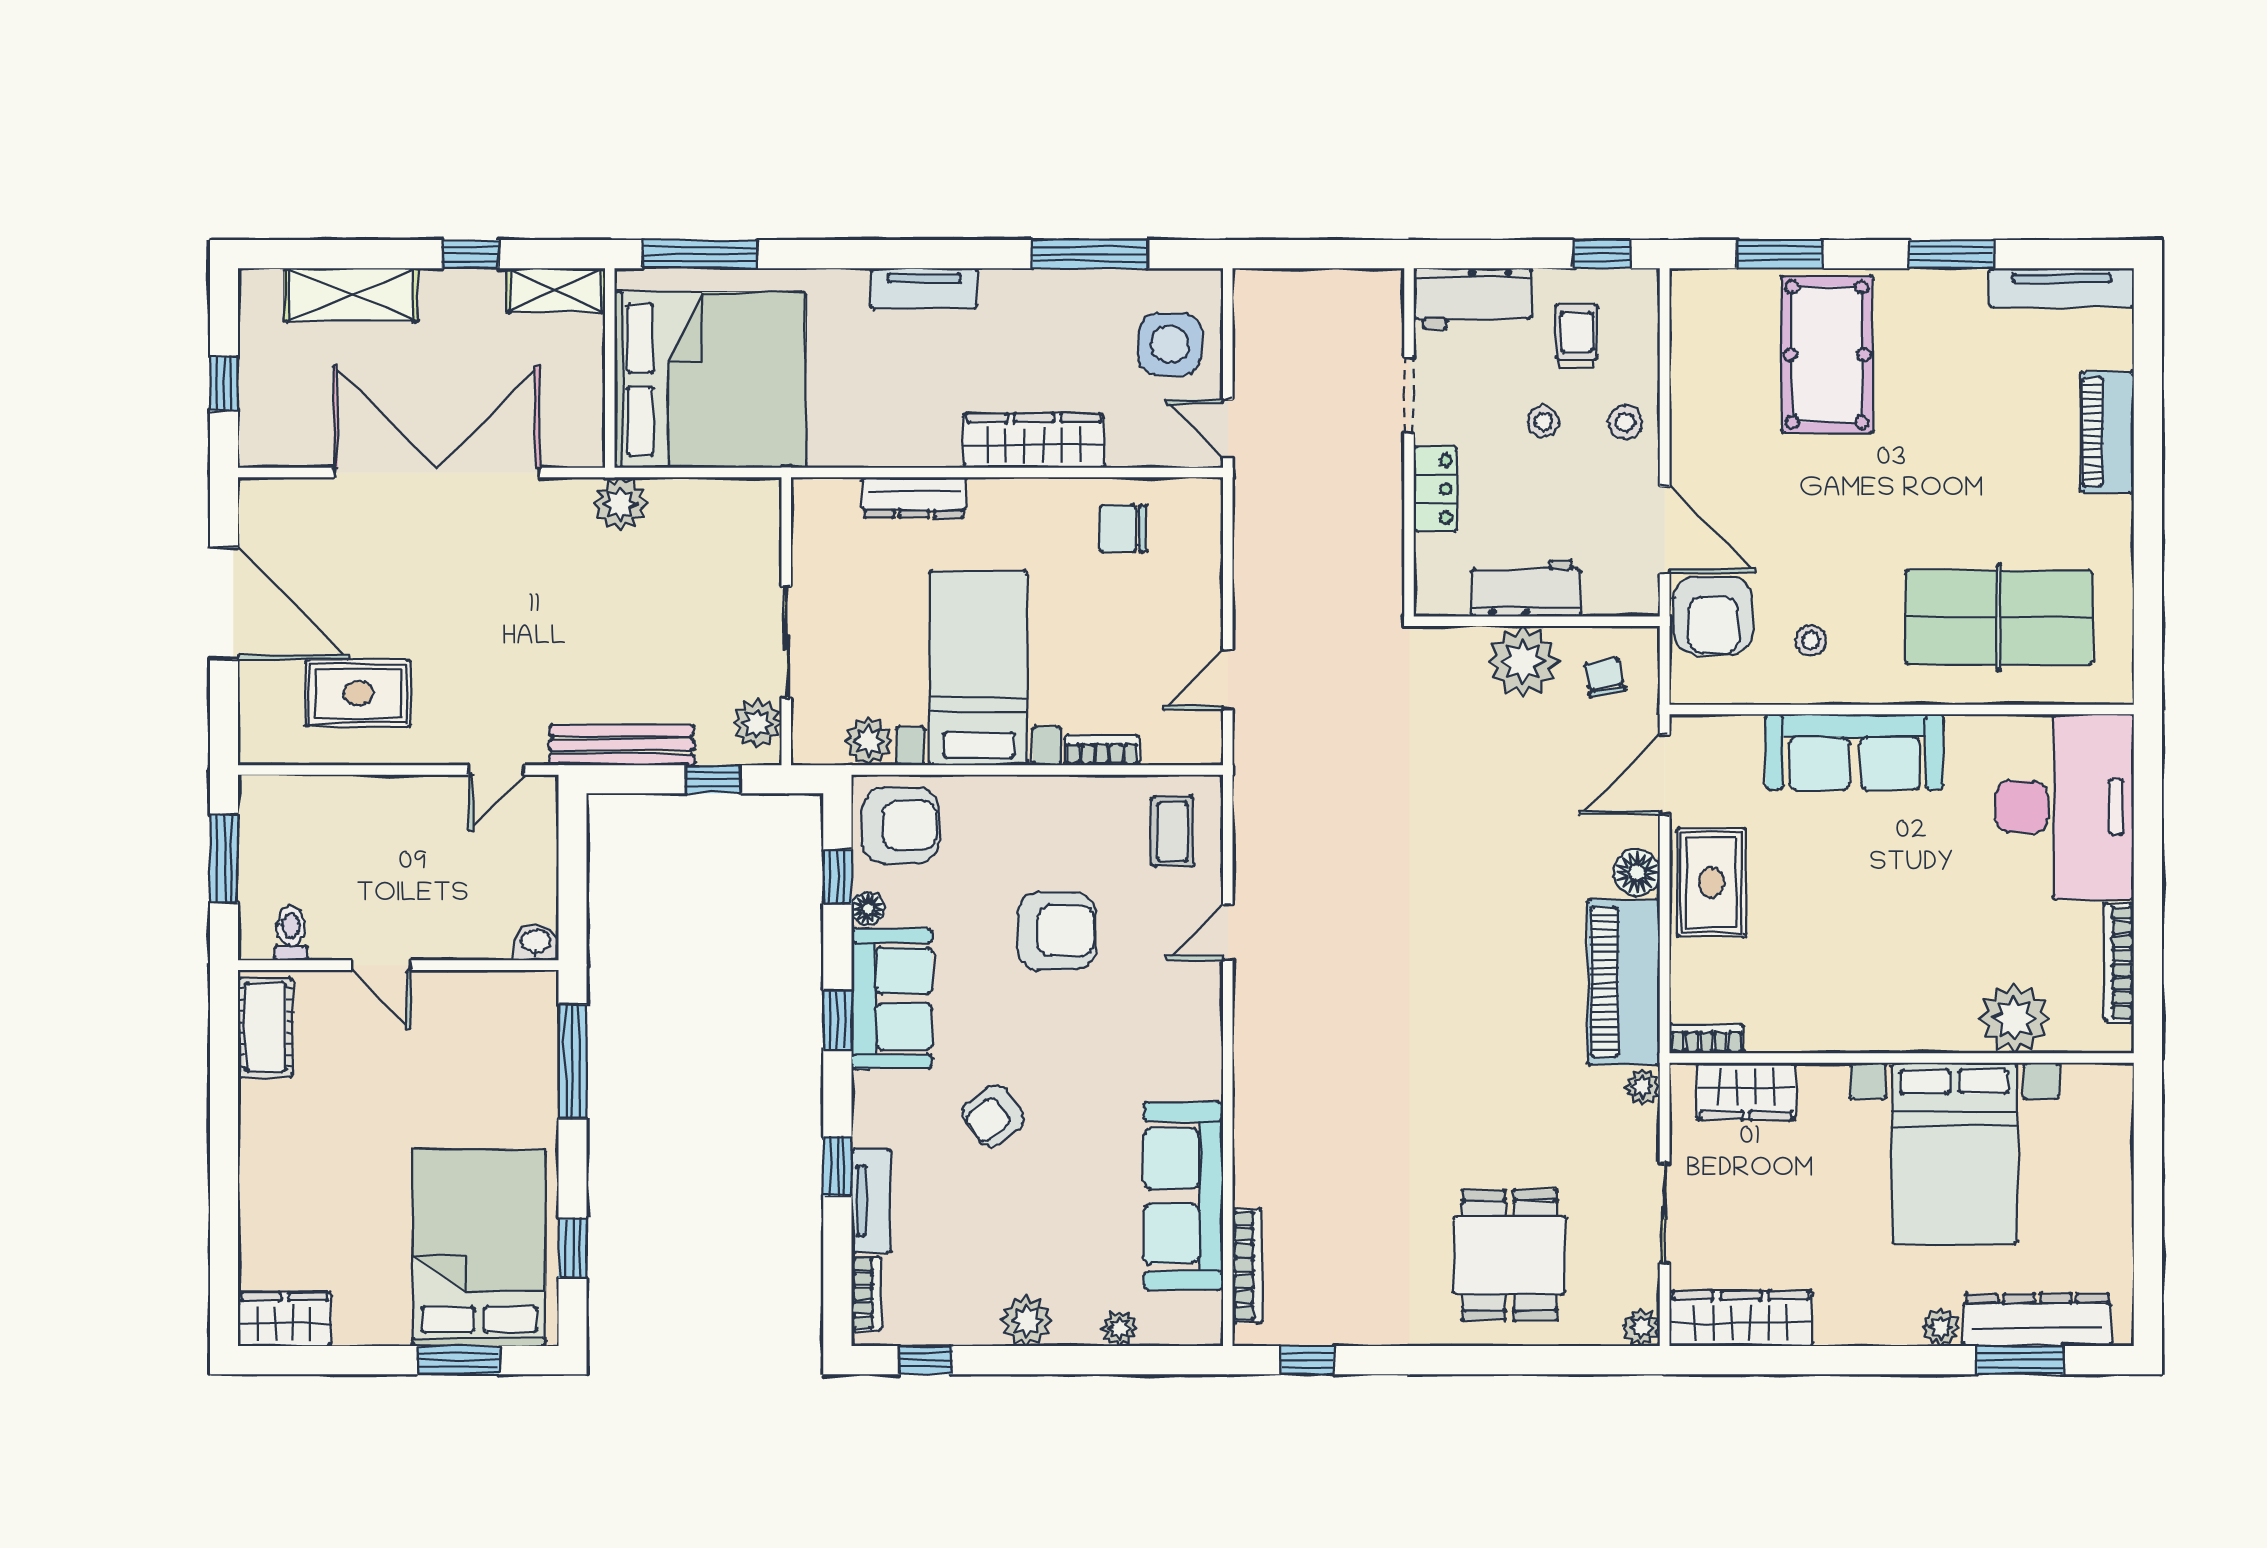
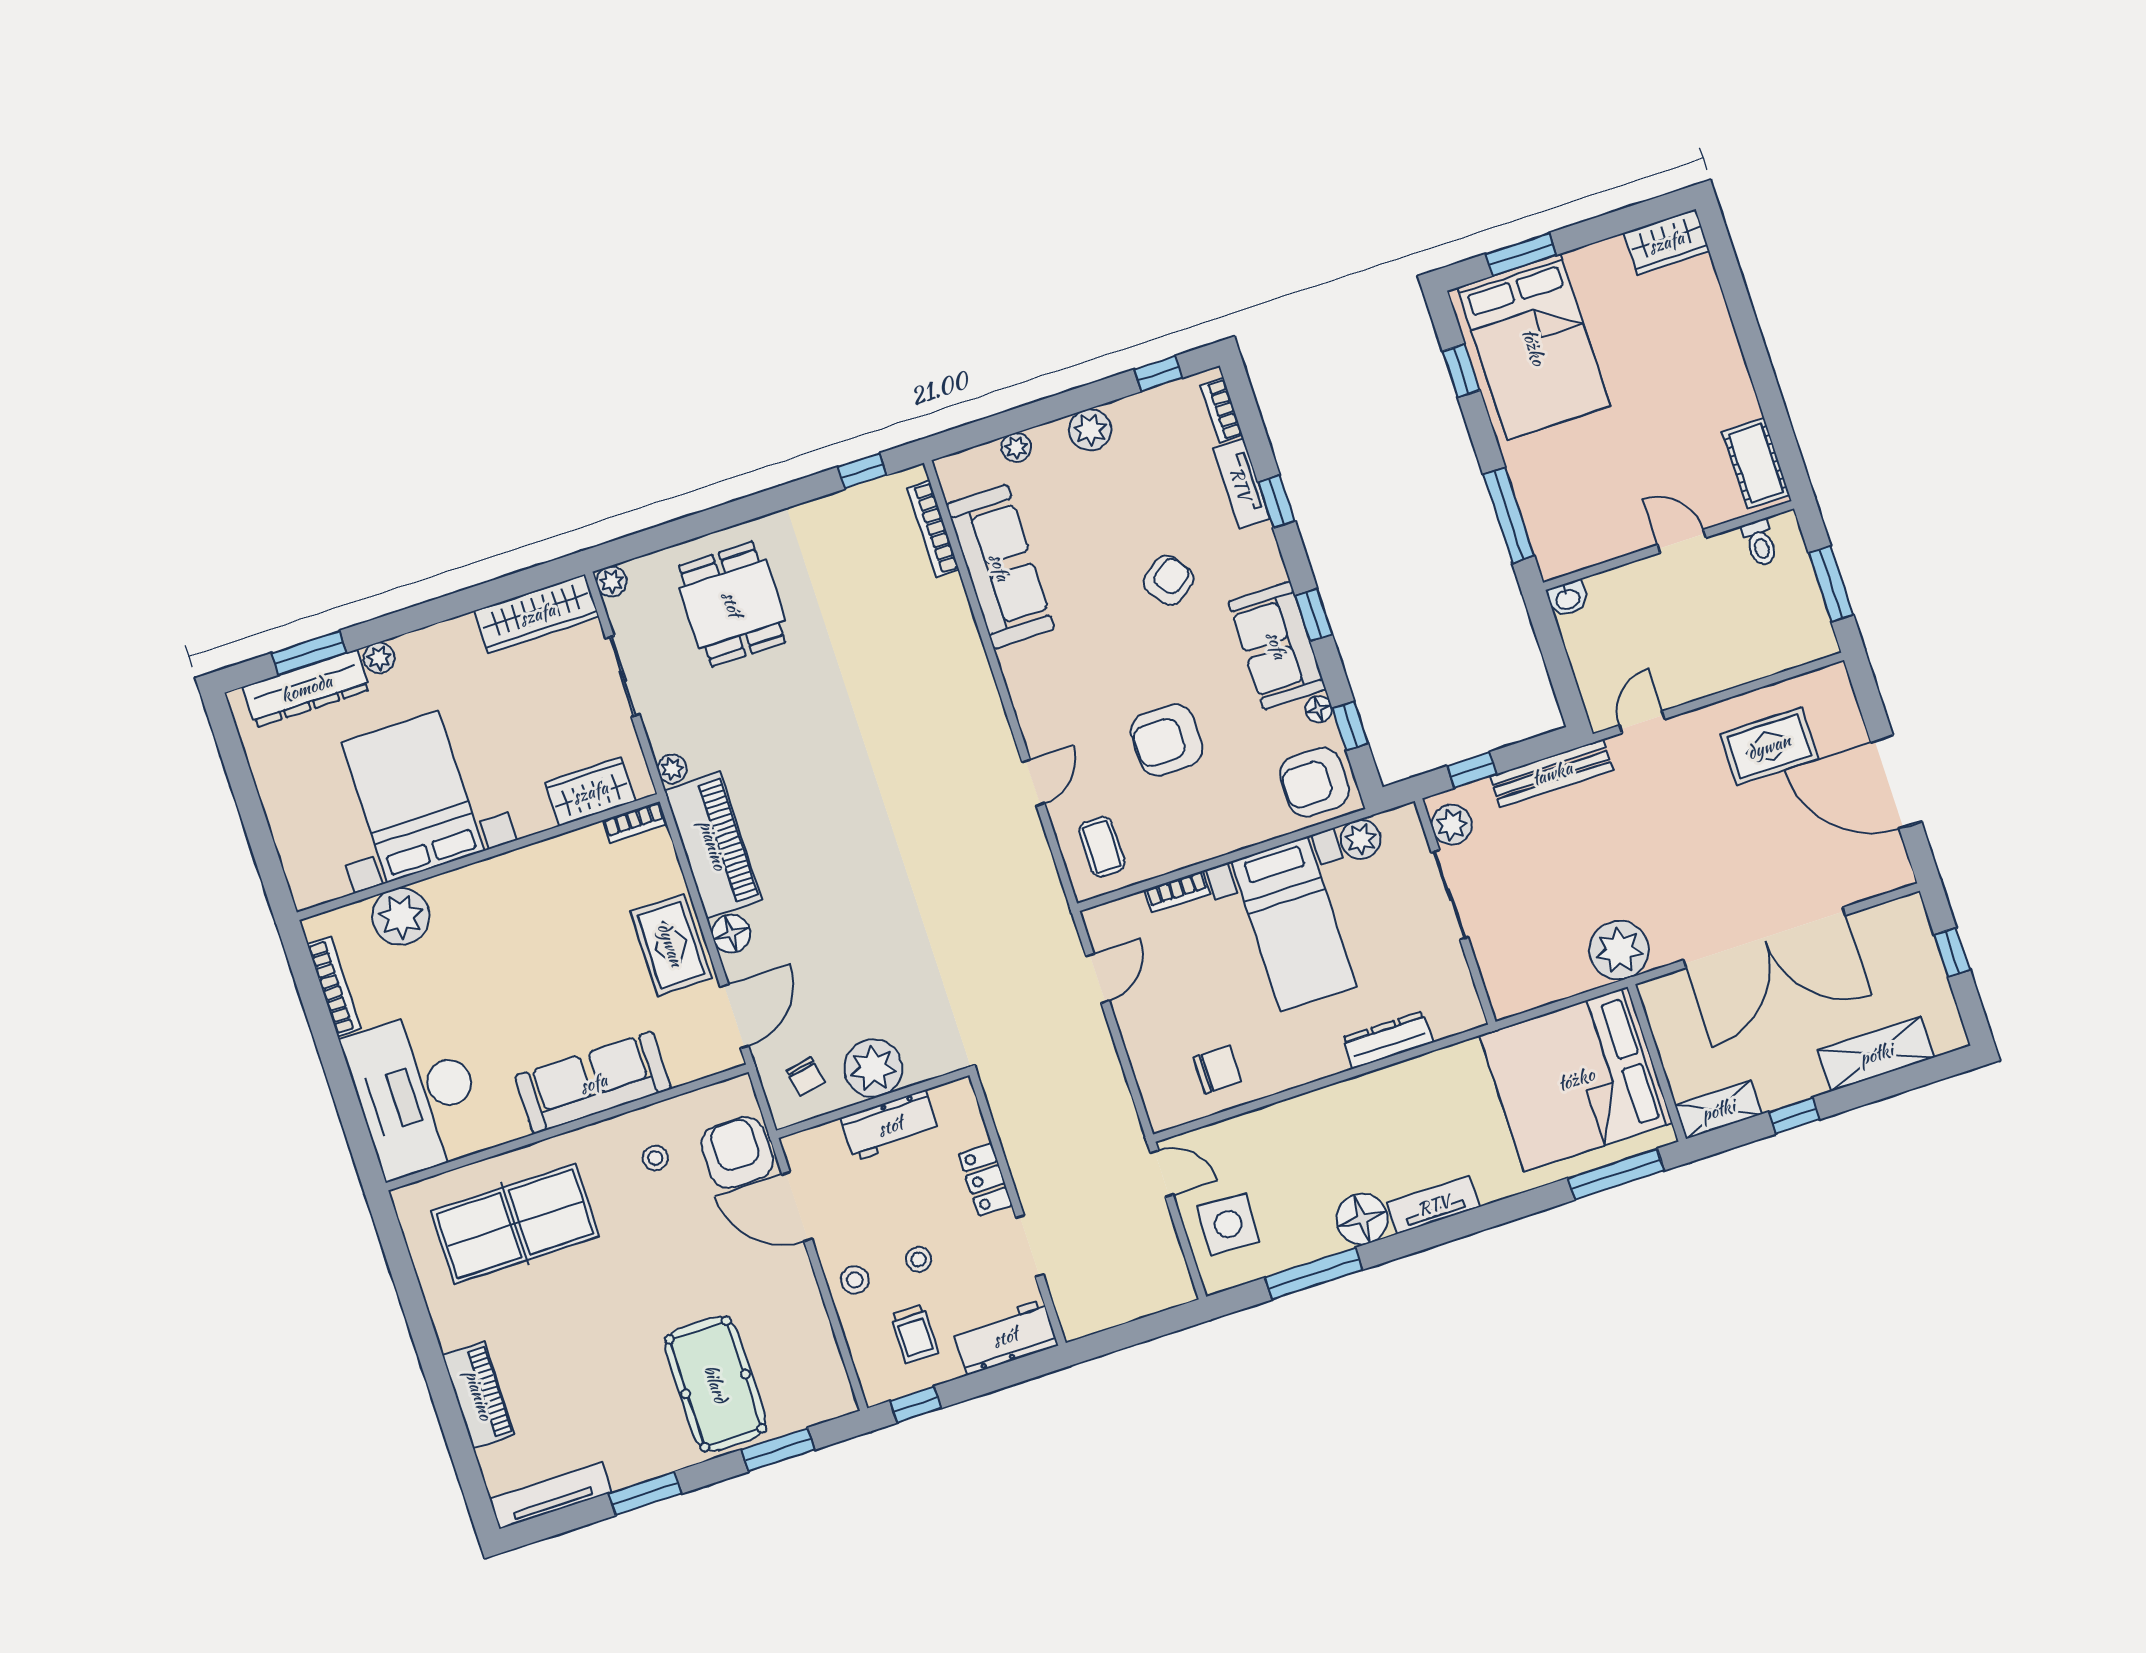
floor lamp: (1012, 299) -> (1362, 1219), added
wardrobe: (1034, 441) -> (1309, 1115), removed
plant: (620, 504) -> (1619, 950), width x1.36, depth x1.36

